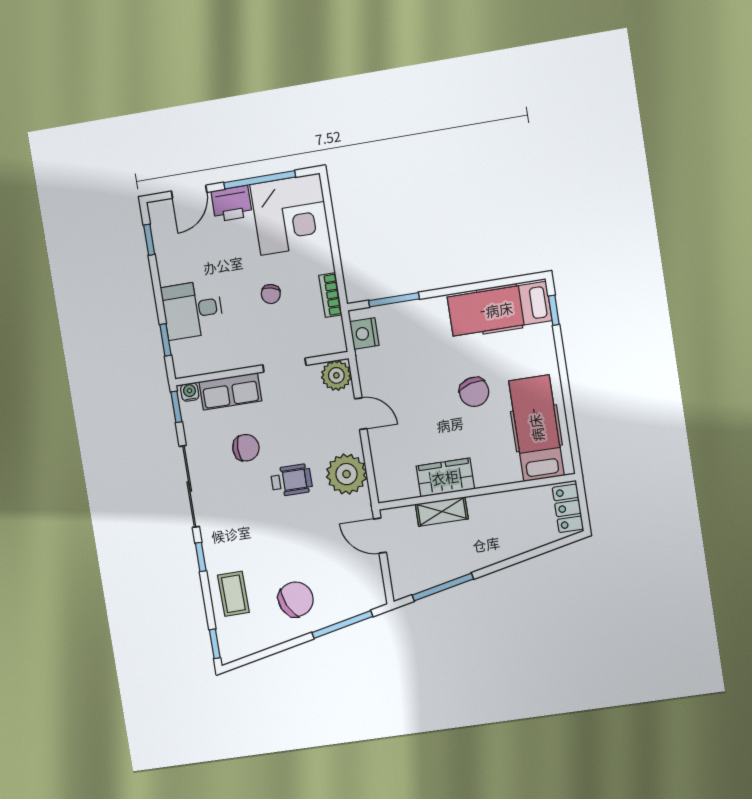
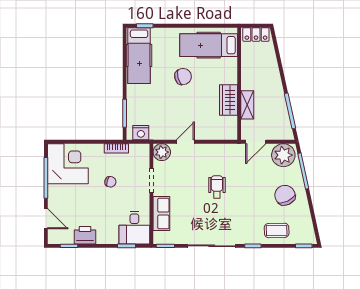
printer: (232, 204) -> (85, 235), moved, turned -90
desk: (192, 310) -> (134, 228), moved
water cooler: (190, 392) -> (158, 237), removed
chair: (246, 448) -> (195, 210), removed
plant: (346, 474) -> (283, 155), moved

